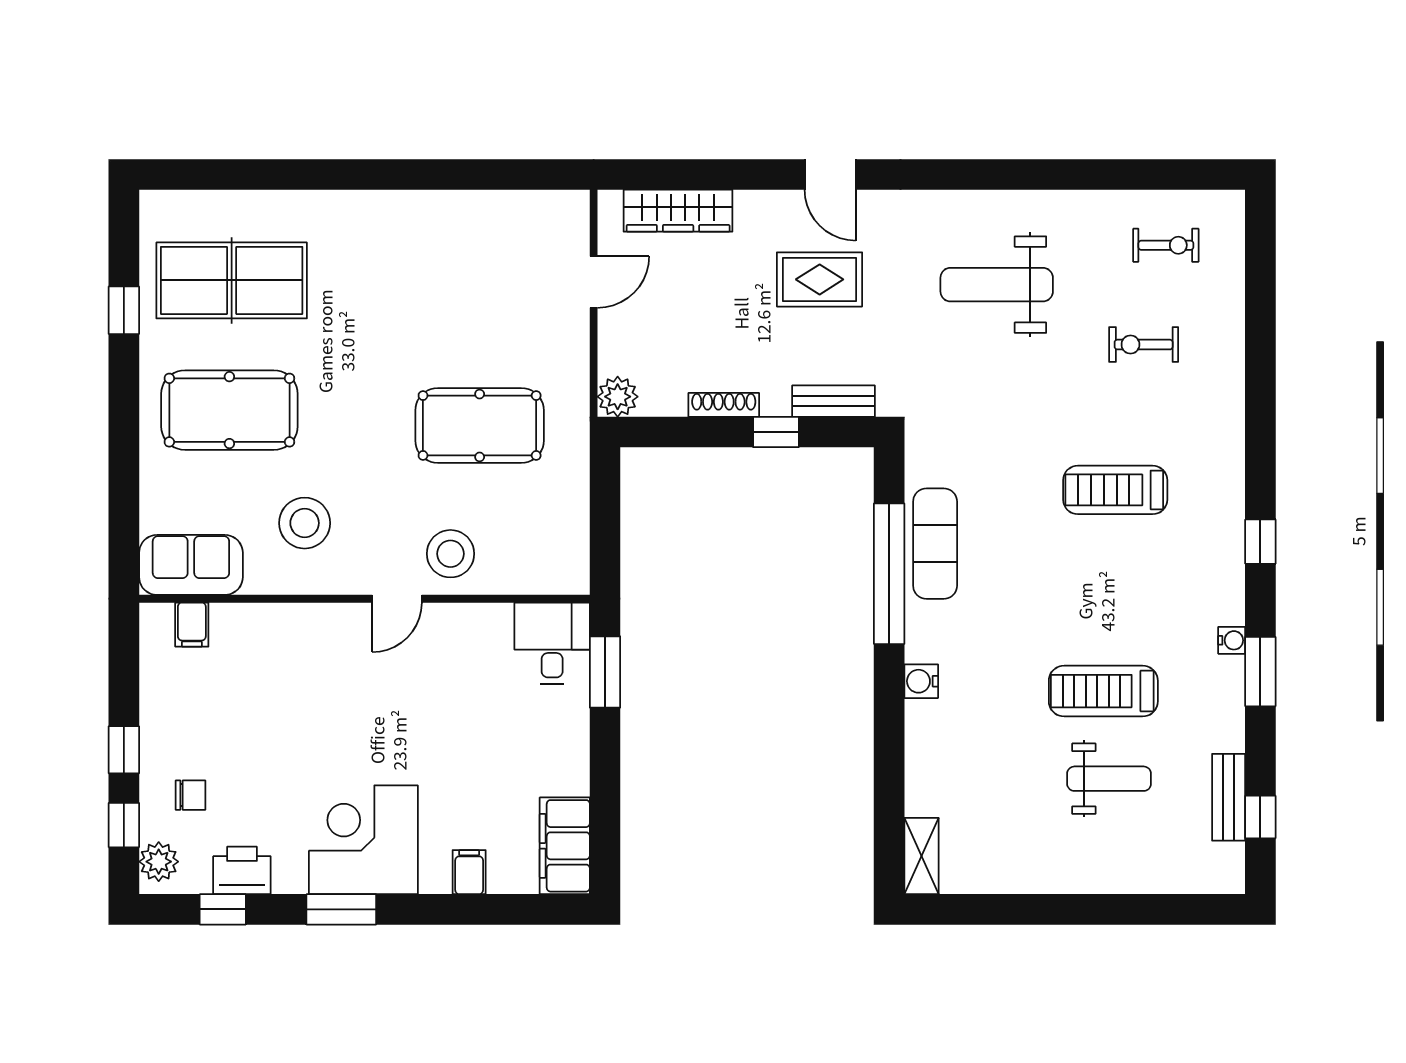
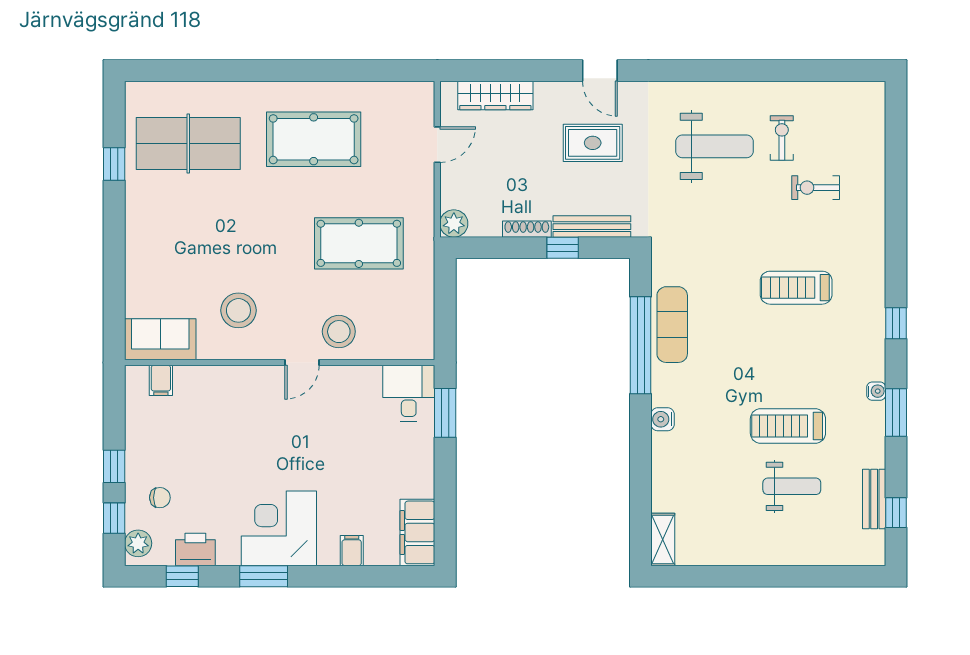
exercise bike: (1166, 245) -> (782, 138), moved, turned -90
weight bench: (997, 285) -> (715, 146), turned 180
bench: (834, 401) -> (592, 227), width x1.36
pool table: (229, 410) -> (314, 139), moved

